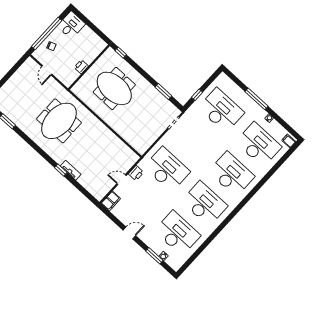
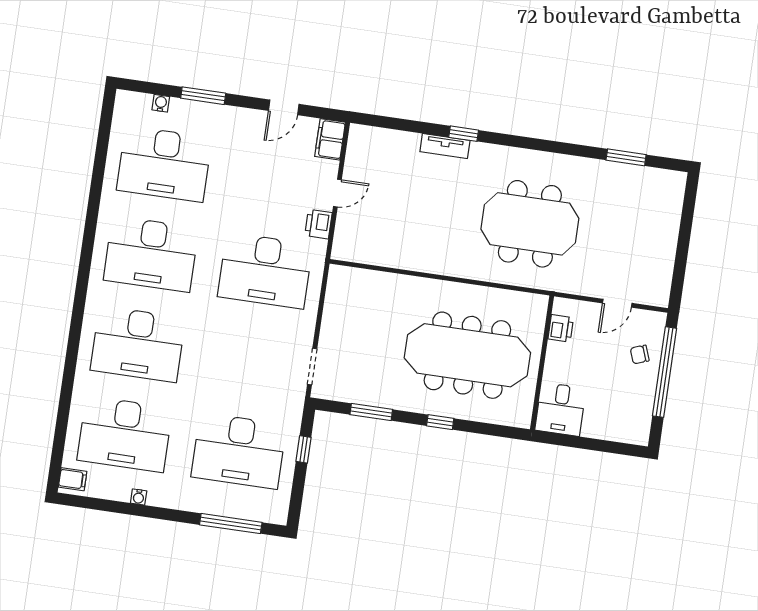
desk: (71, 25) -> (560, 409), moved
window: (121, 53) -> (440, 422), moved
printer: (81, 67) -> (561, 328), moved
door: (47, 70) -> (617, 303), swing flipped
meeting table: (114, 88) -> (467, 355), width x1.36
window: (256, 99) -> (231, 524), moved
meeting table: (59, 121) -> (530, 224), turned 90
door: (129, 233) -> (284, 107), moved
window: (154, 256) -> (203, 96), moved

